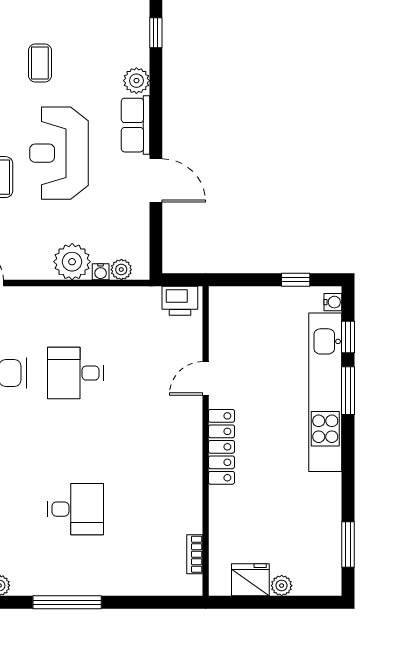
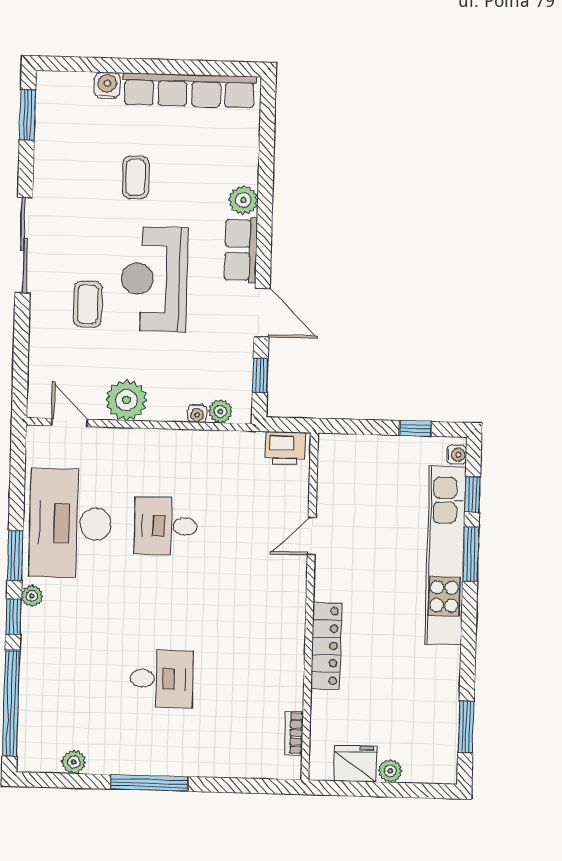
window: (156, 33) -> (260, 375), moved
plant: (72, 262) -> (126, 400), moved
locker: (221, 447) -> (326, 646), moved

